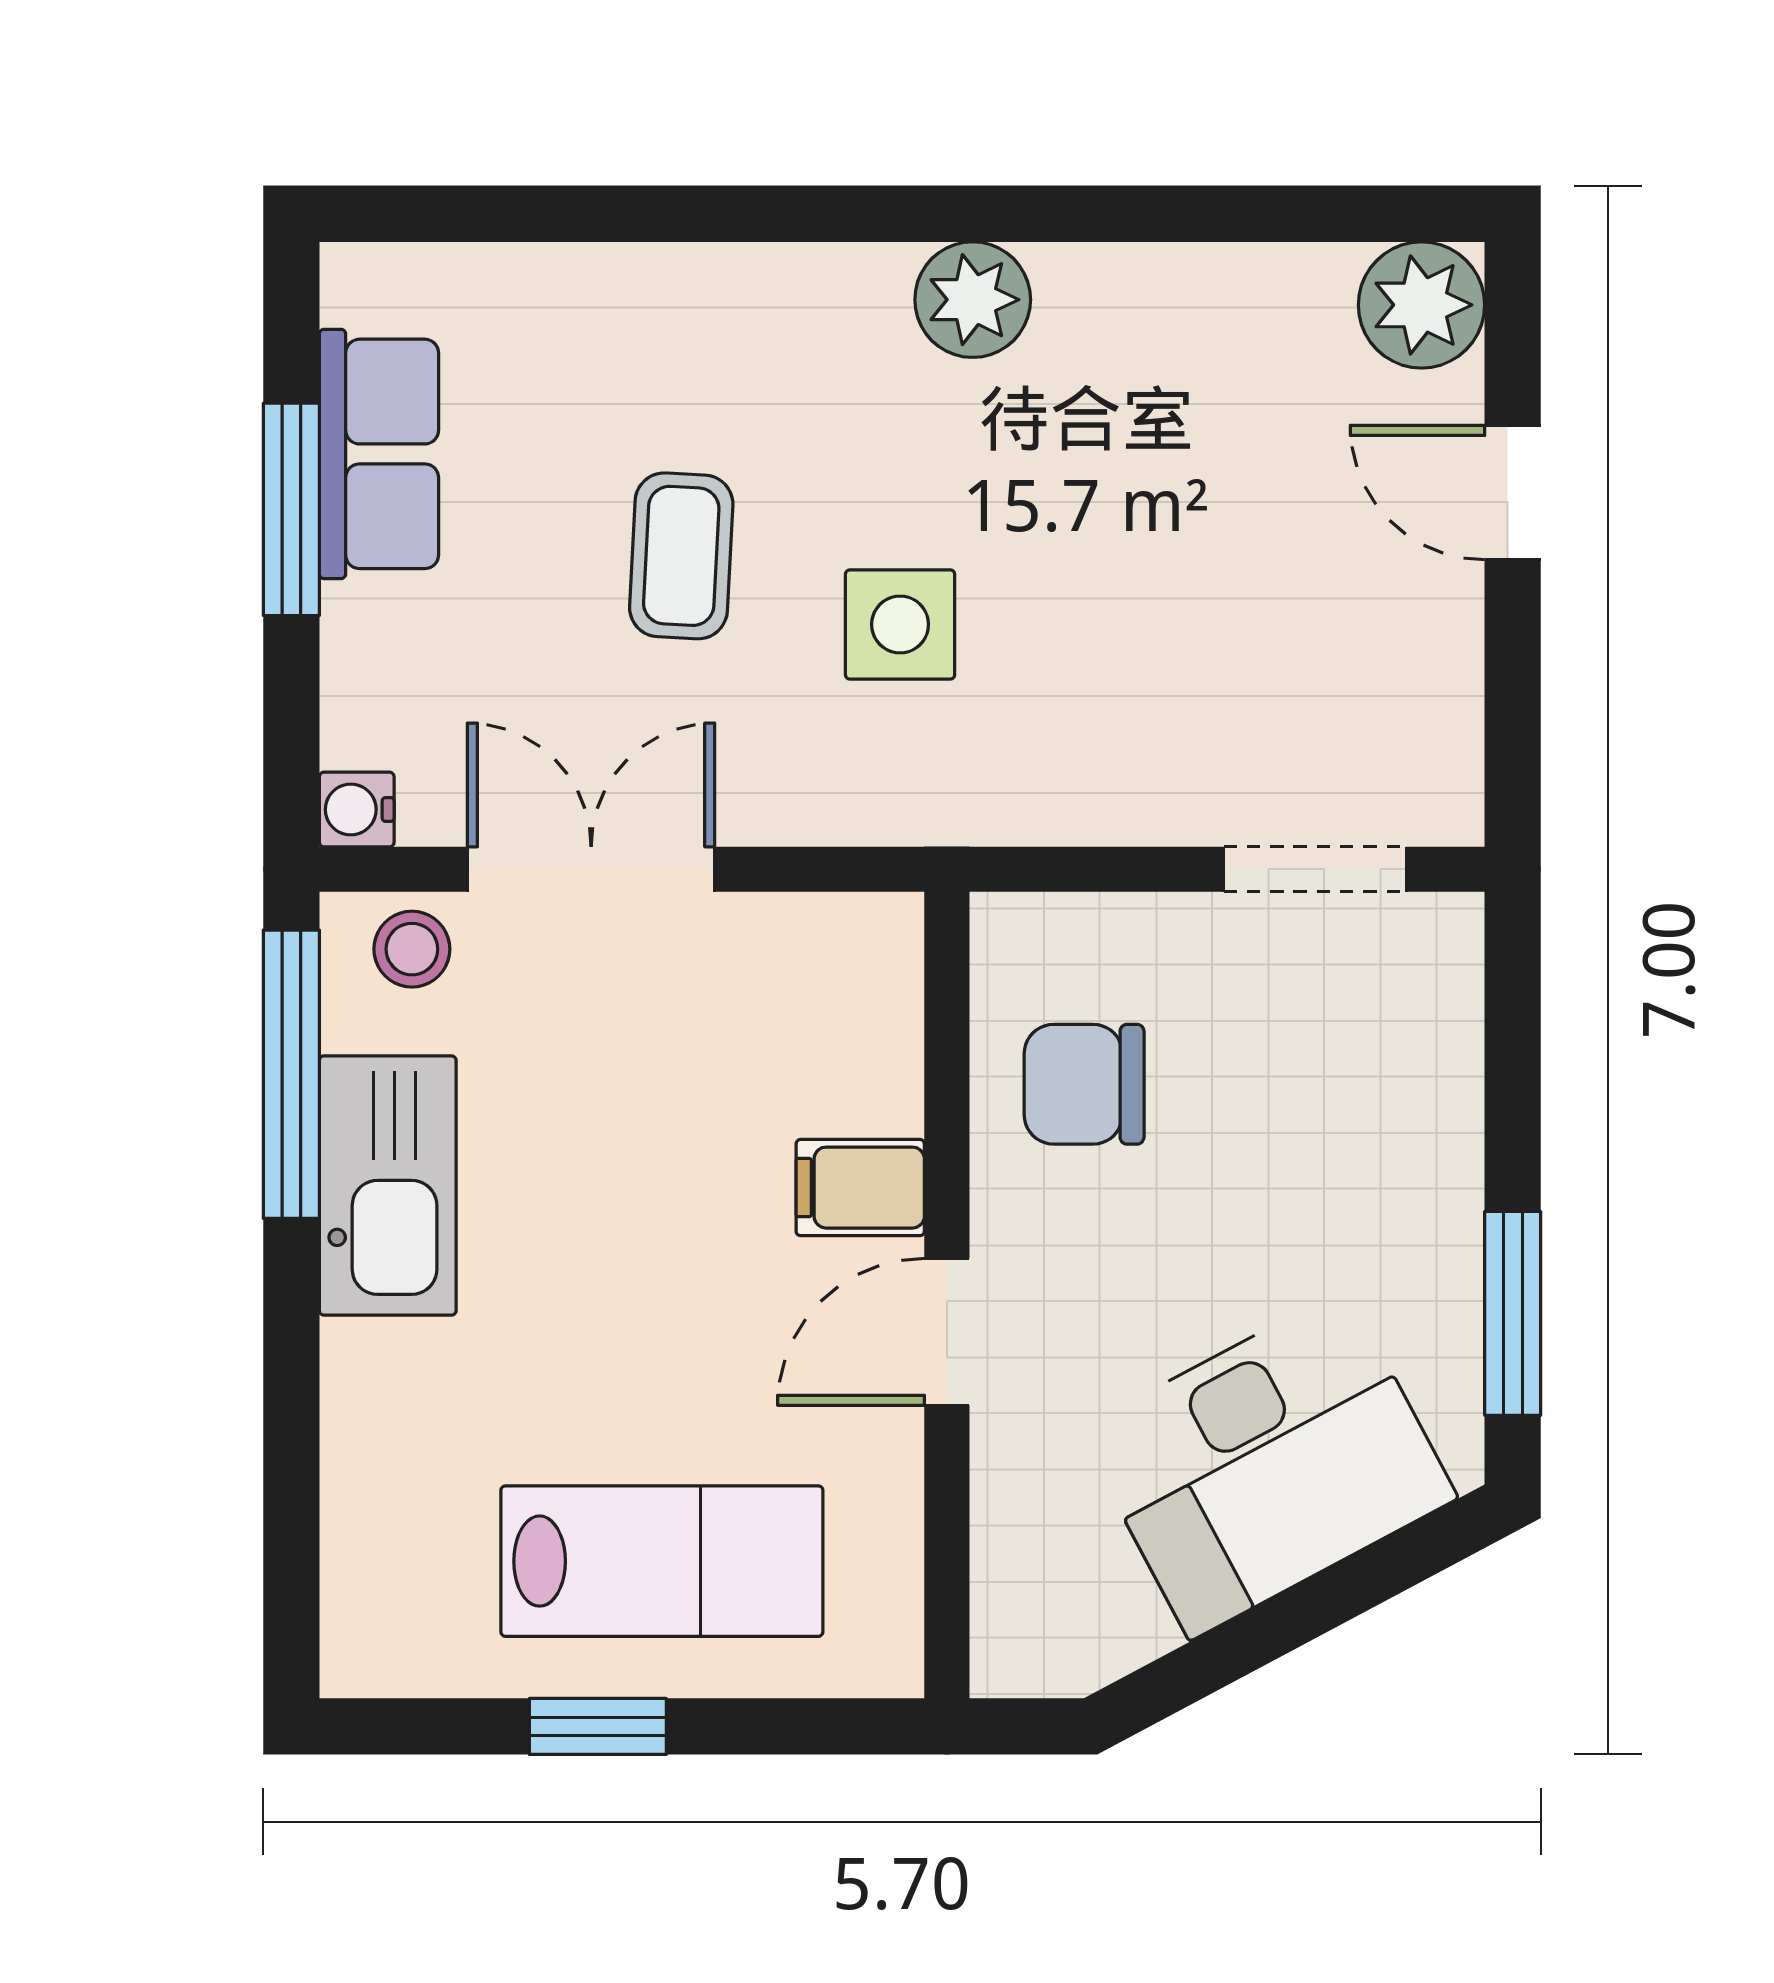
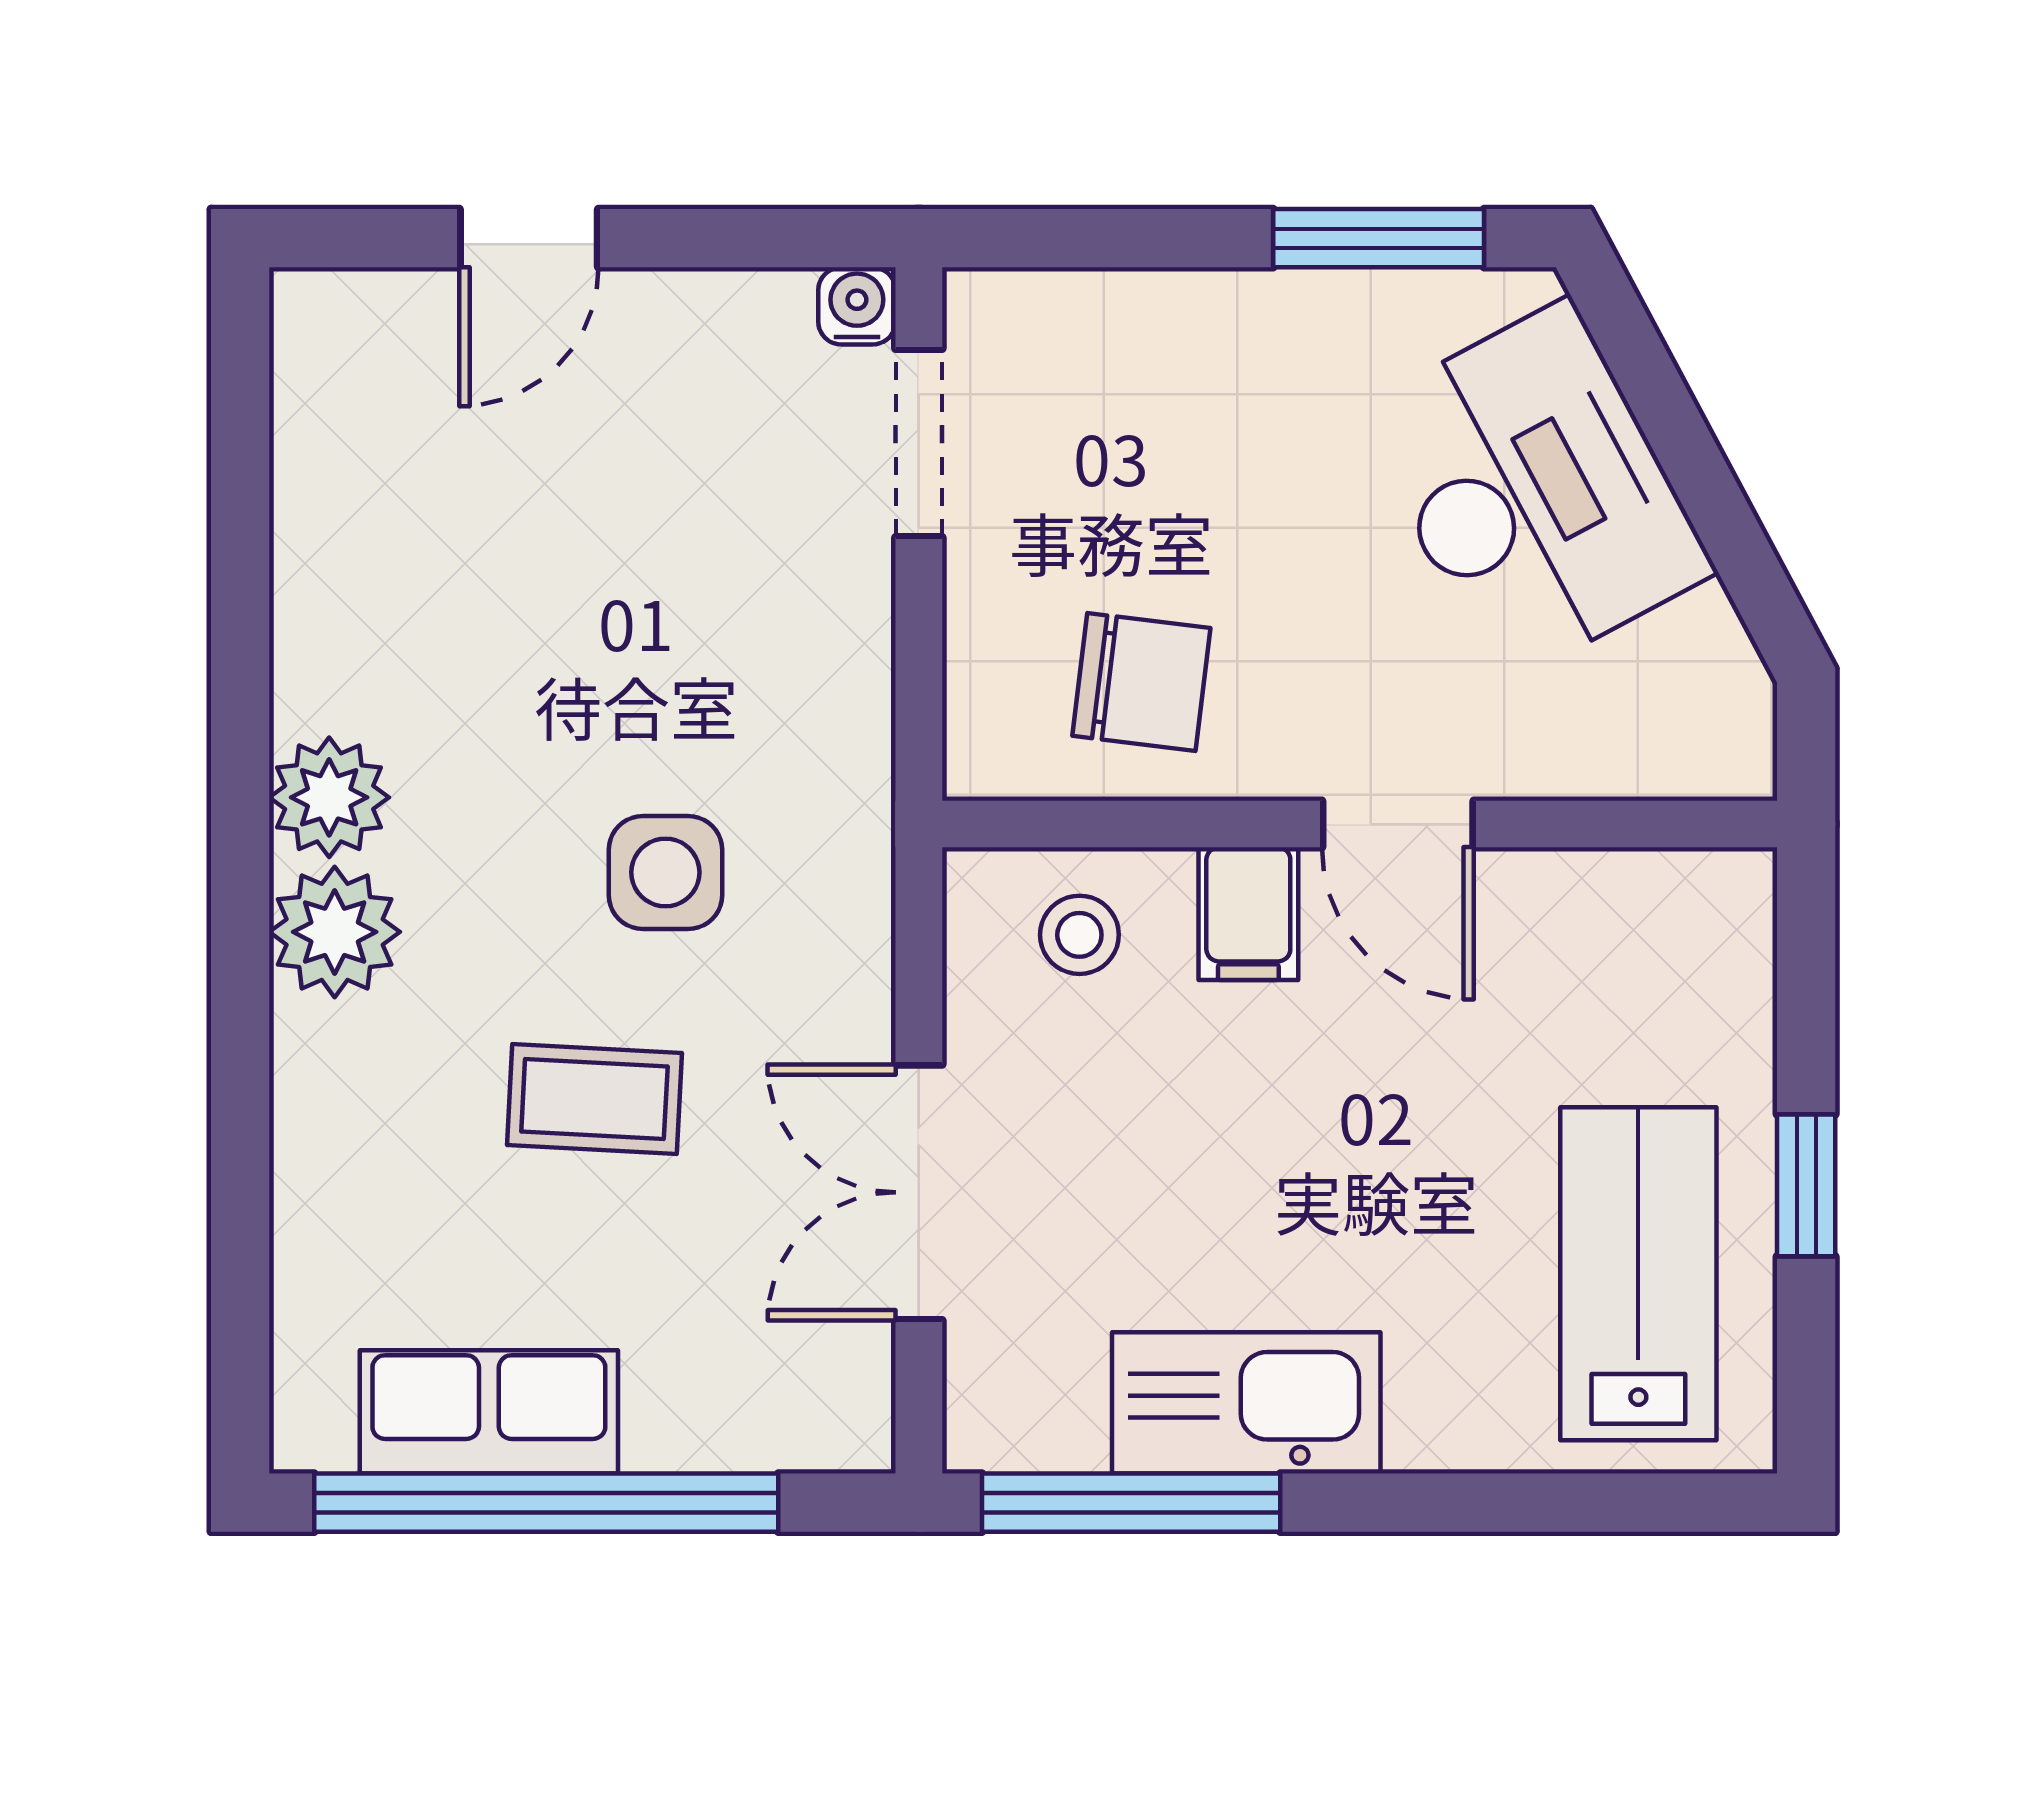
plant: (1422, 305) -> (335, 932), moved
window: (291, 509) -> (546, 1503), width x2.11
water cooler: (357, 809) -> (857, 306), moved, turned 180
stool: (412, 949) -> (1079, 935), moved
chair: (1084, 1084) -> (1141, 682), turned -83
lab bench: (662, 1561) -> (1638, 1274), moved

